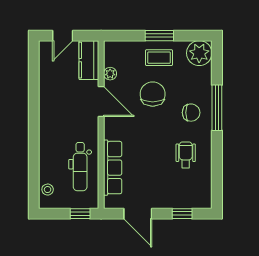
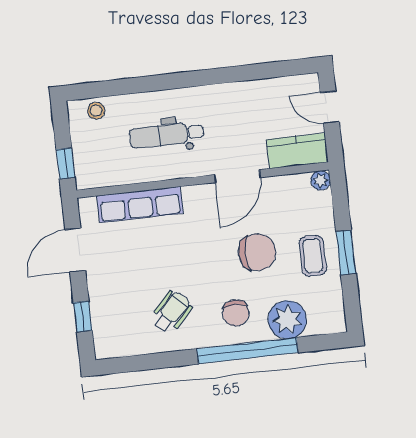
plant: (199, 53) -> (287, 320), moved
plant: (110, 74) -> (321, 180), moved
window: (217, 108) -> (247, 351), width x1.46
wheelchair: (186, 155) -> (171, 312), turned -47
dental chair: (80, 167) -> (166, 135), moved

